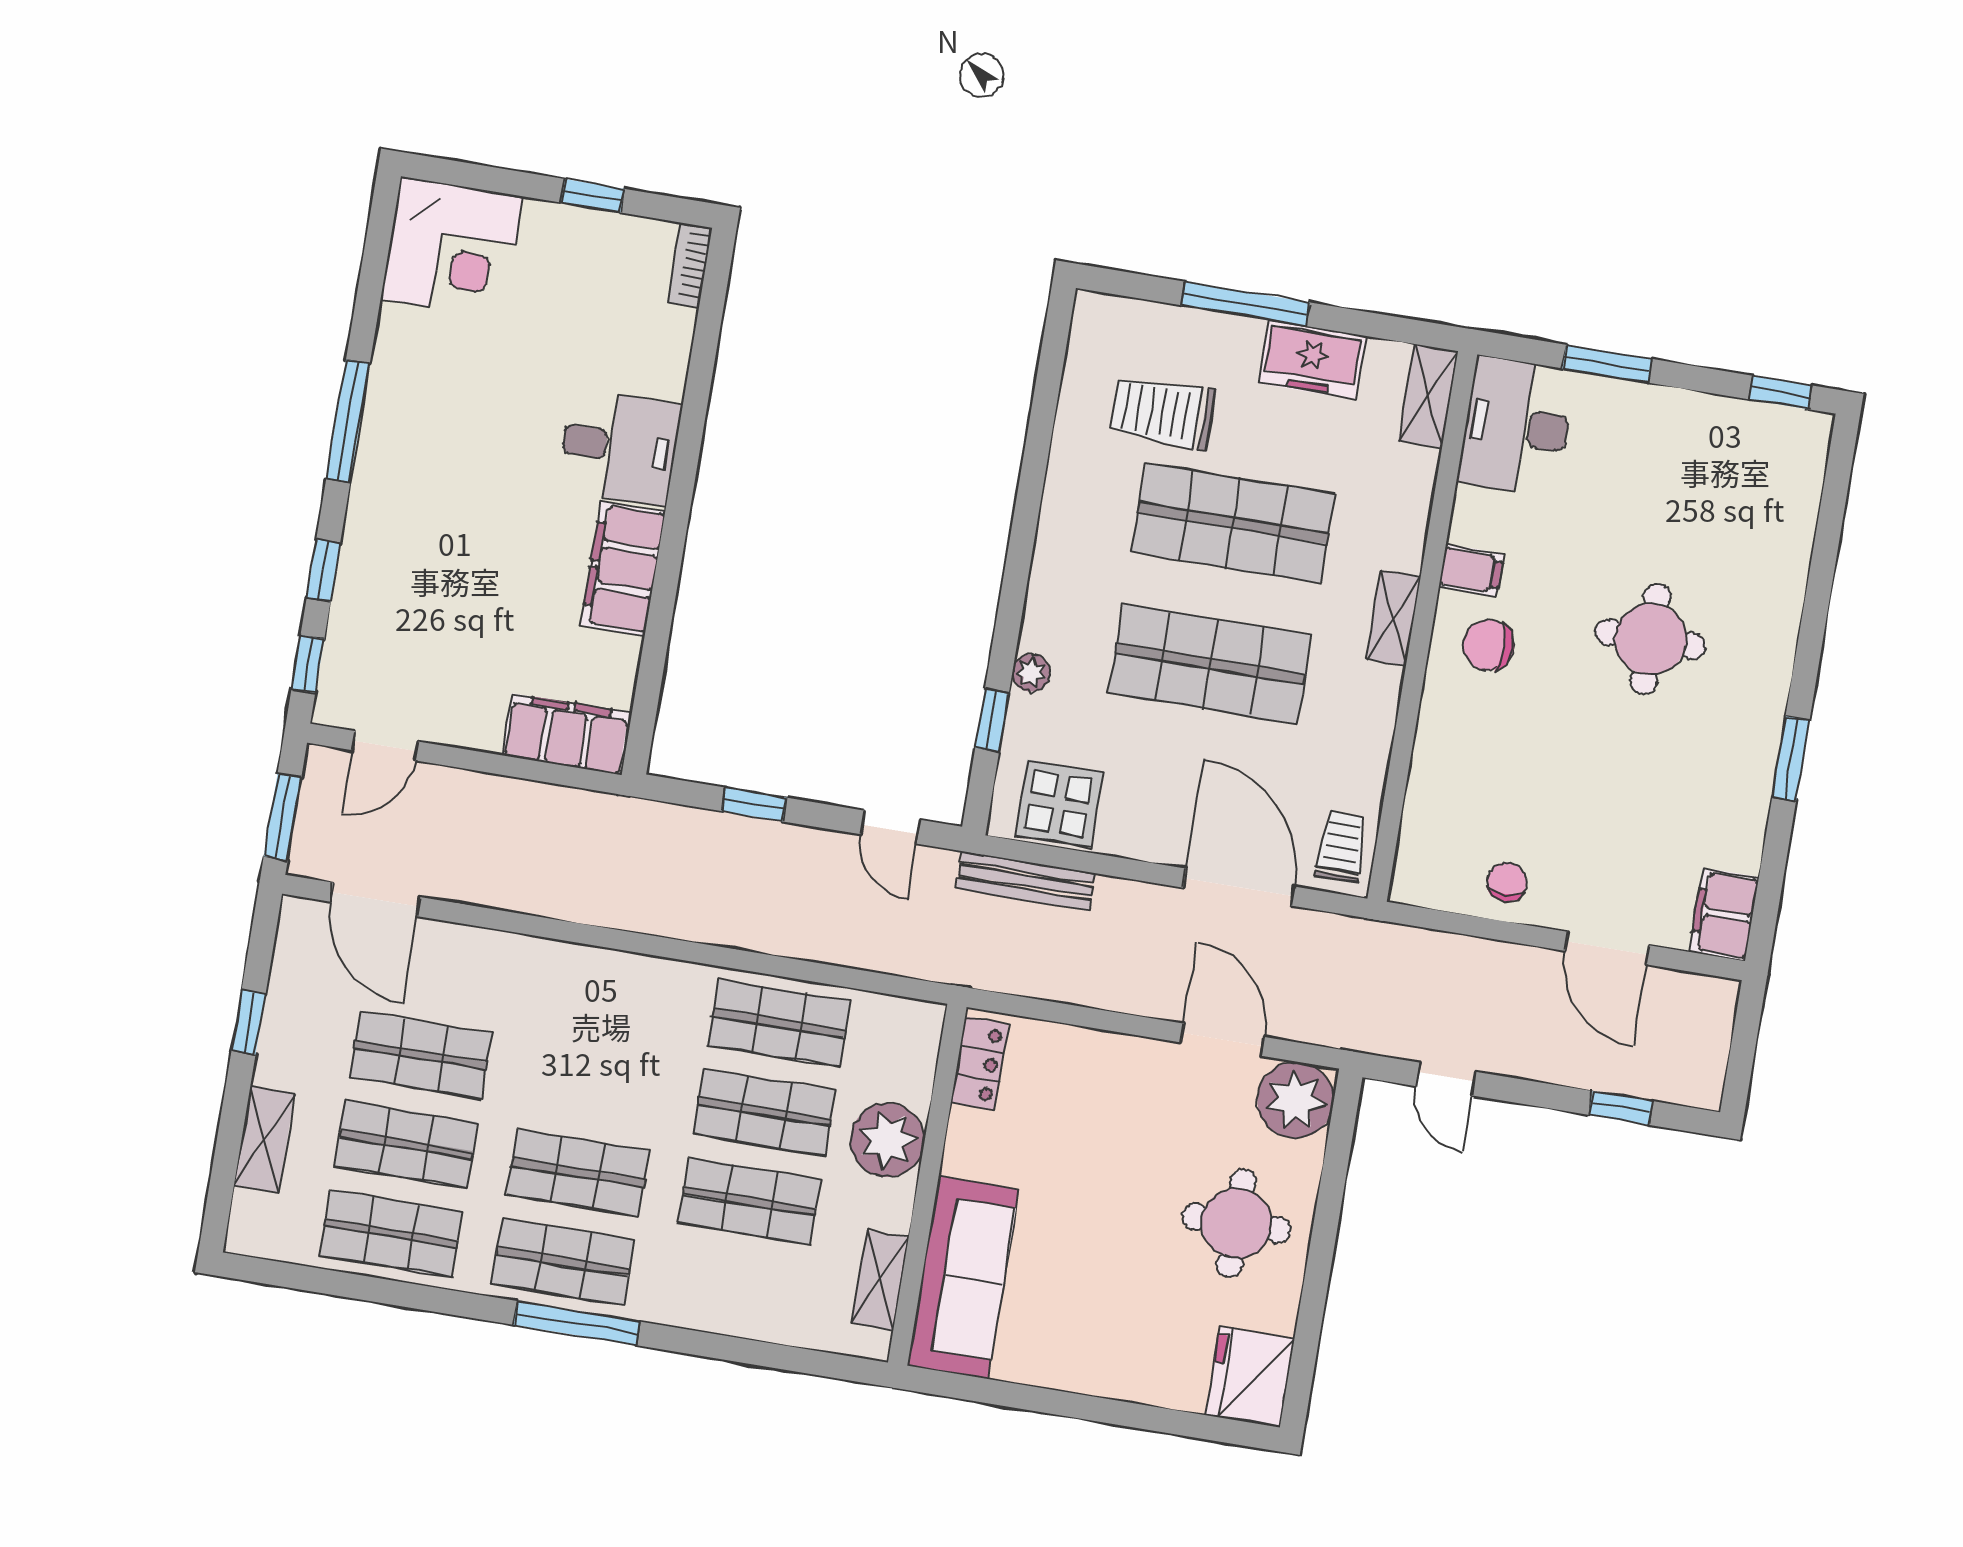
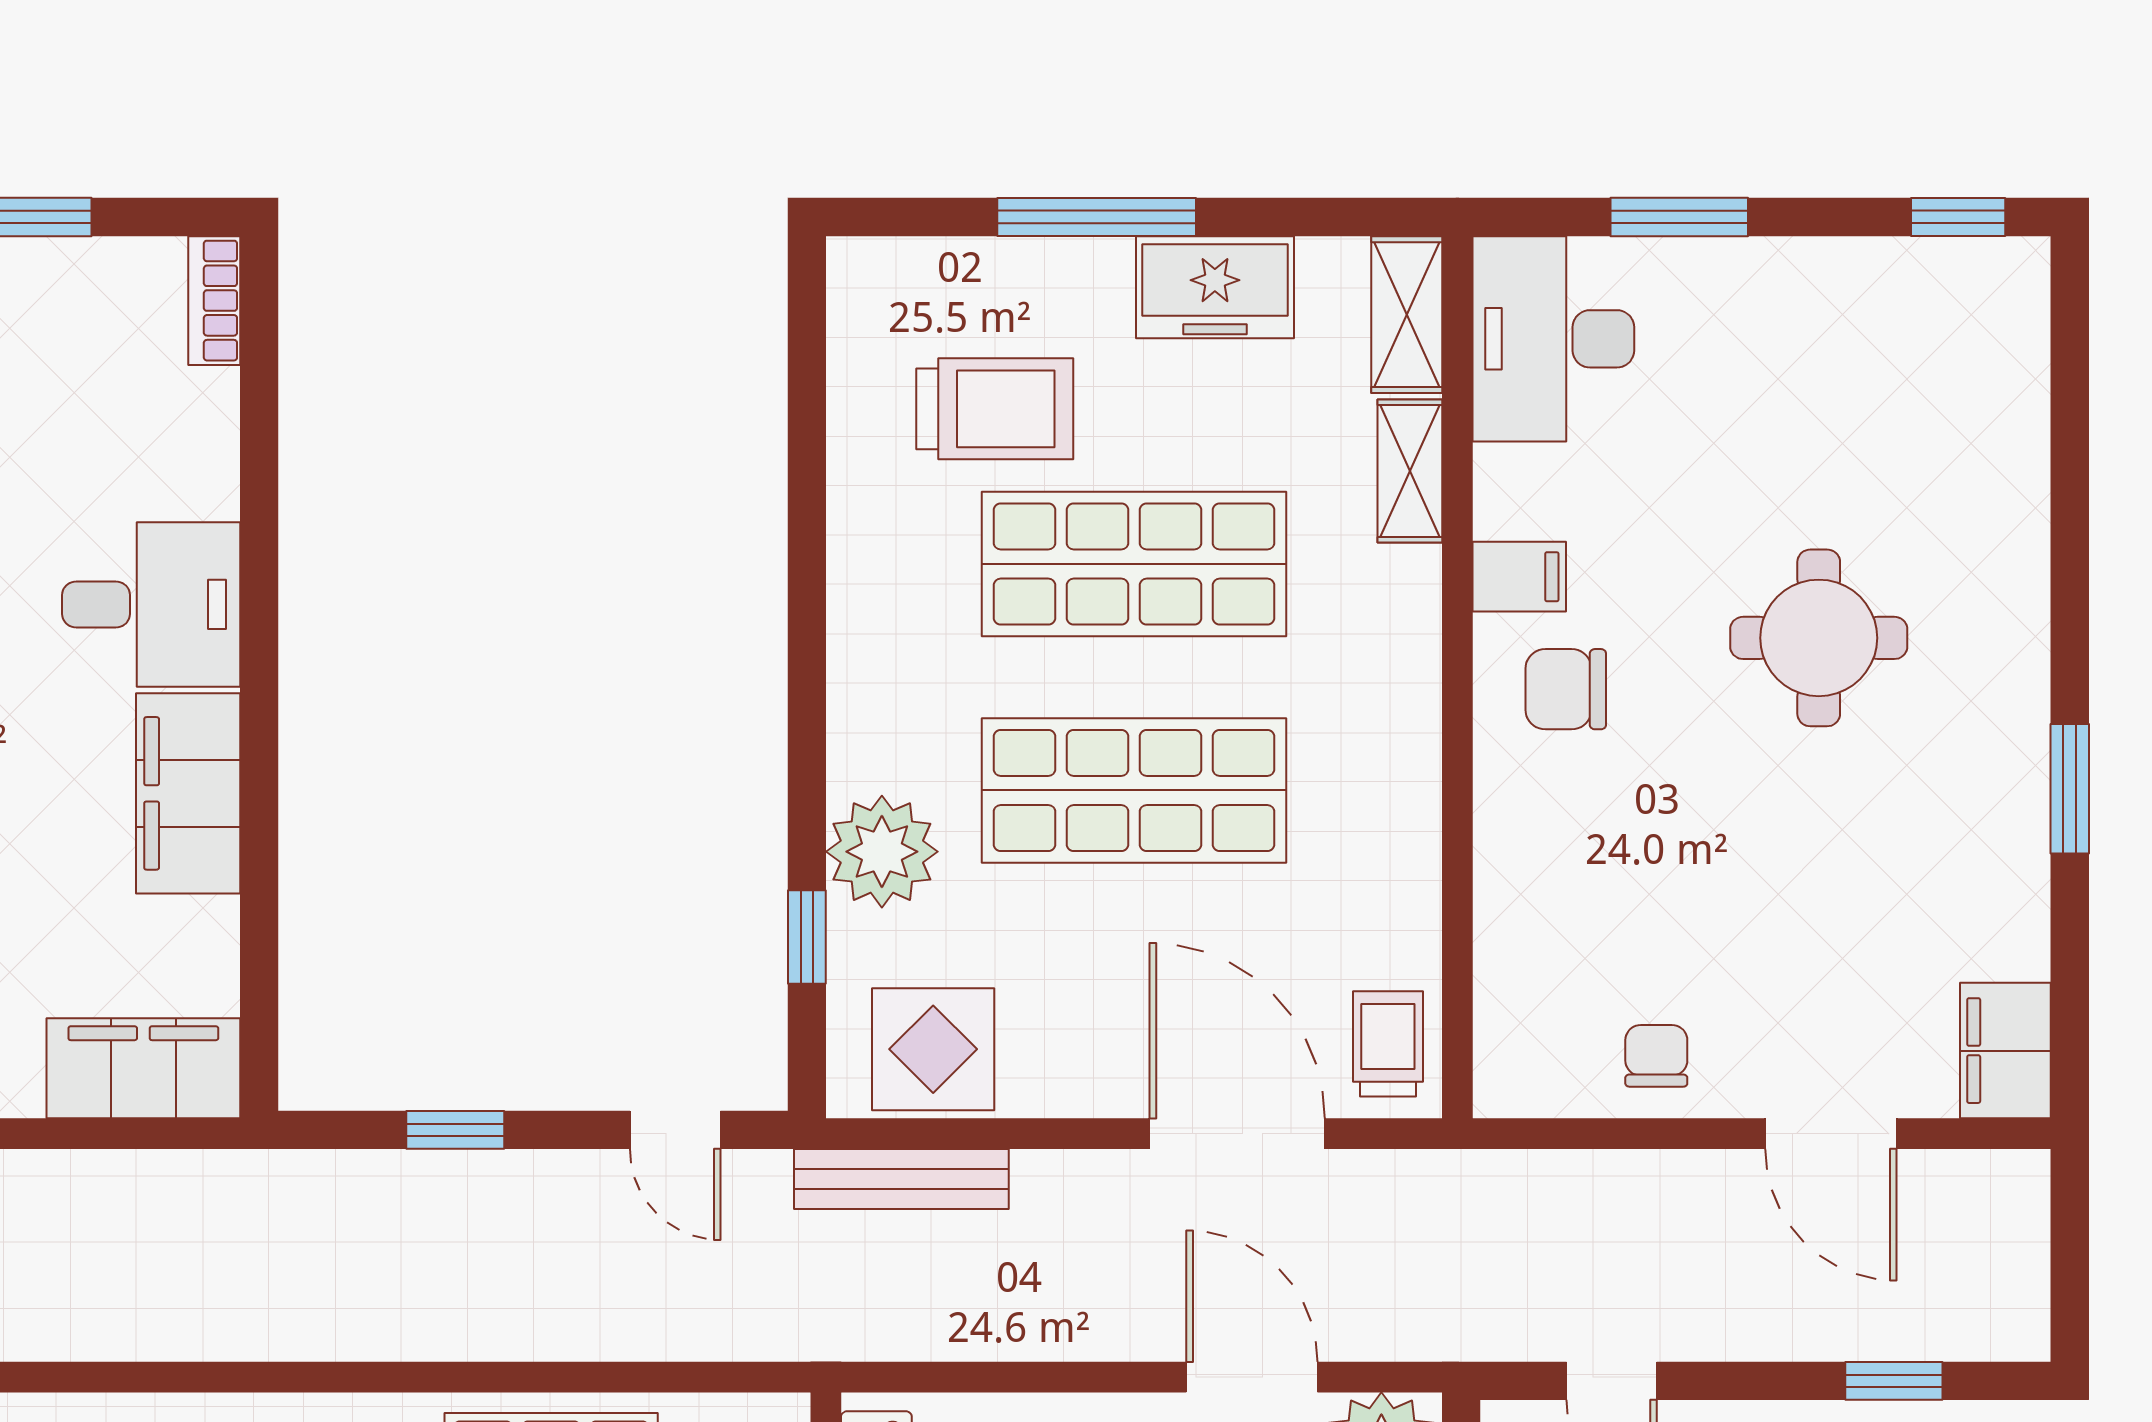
trolley: (1163, 412) -> (995, 409), turned 180
shelving: (1393, 618) -> (1410, 471), moved
plant: (1031, 673) -> (882, 852), width x1.87, depth x1.87

